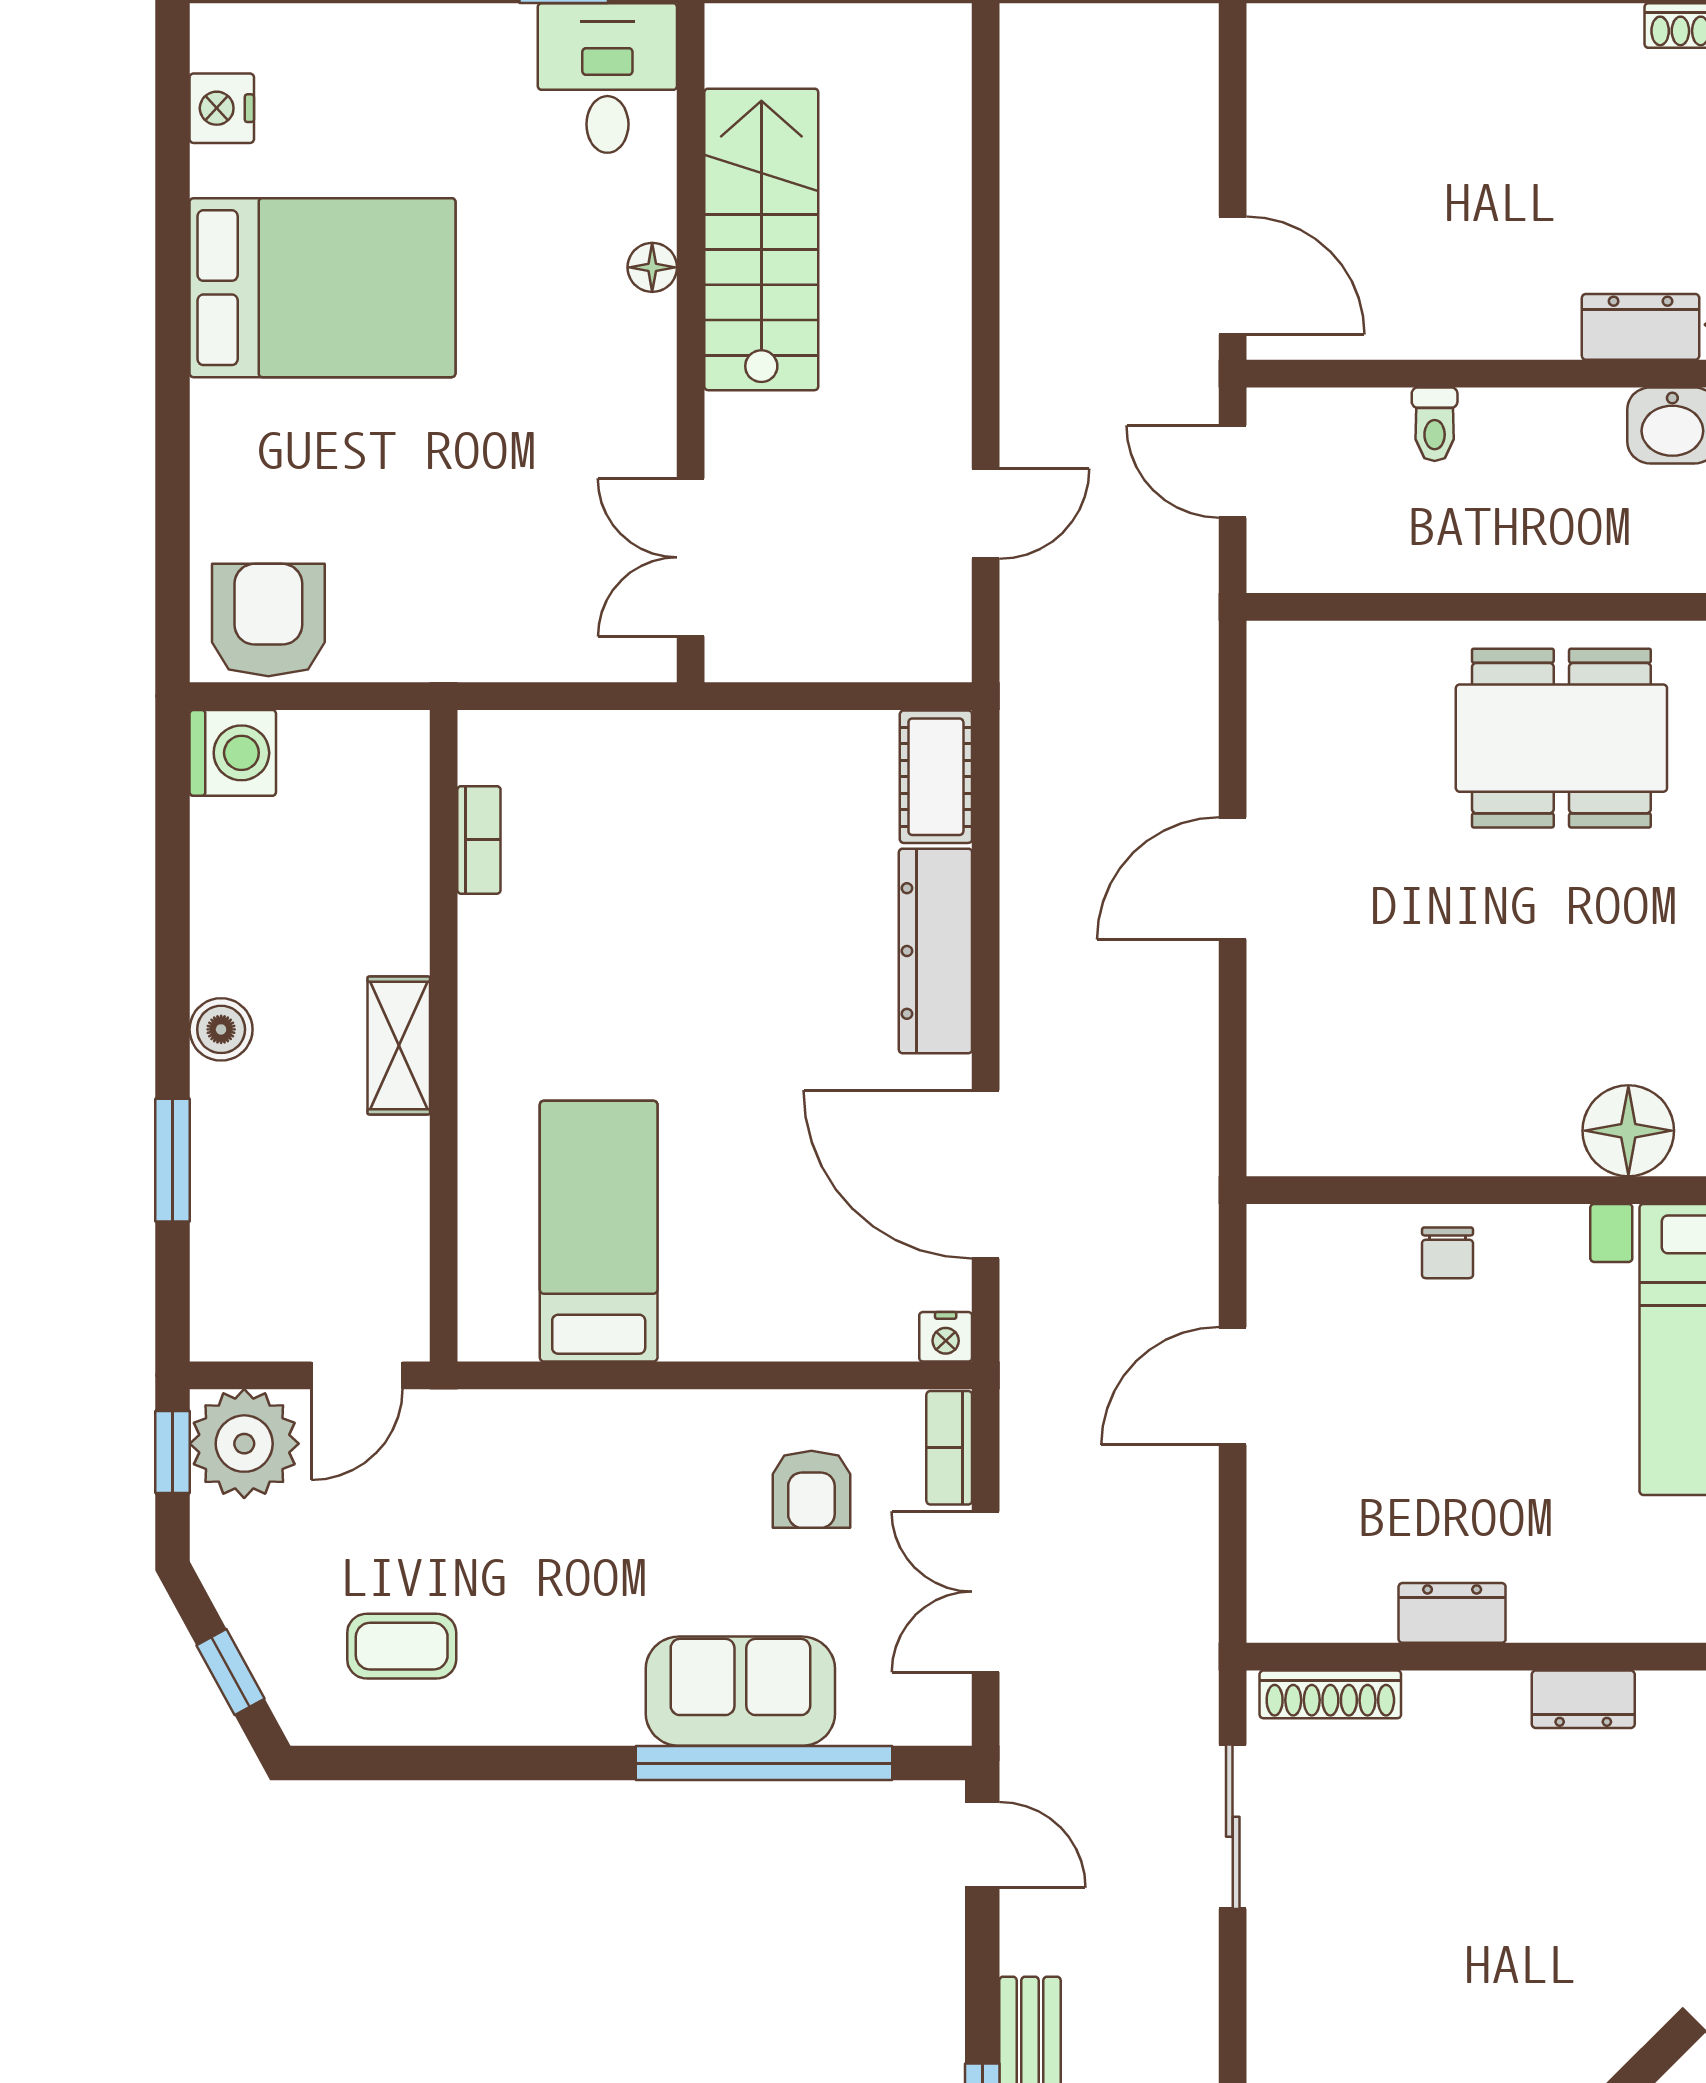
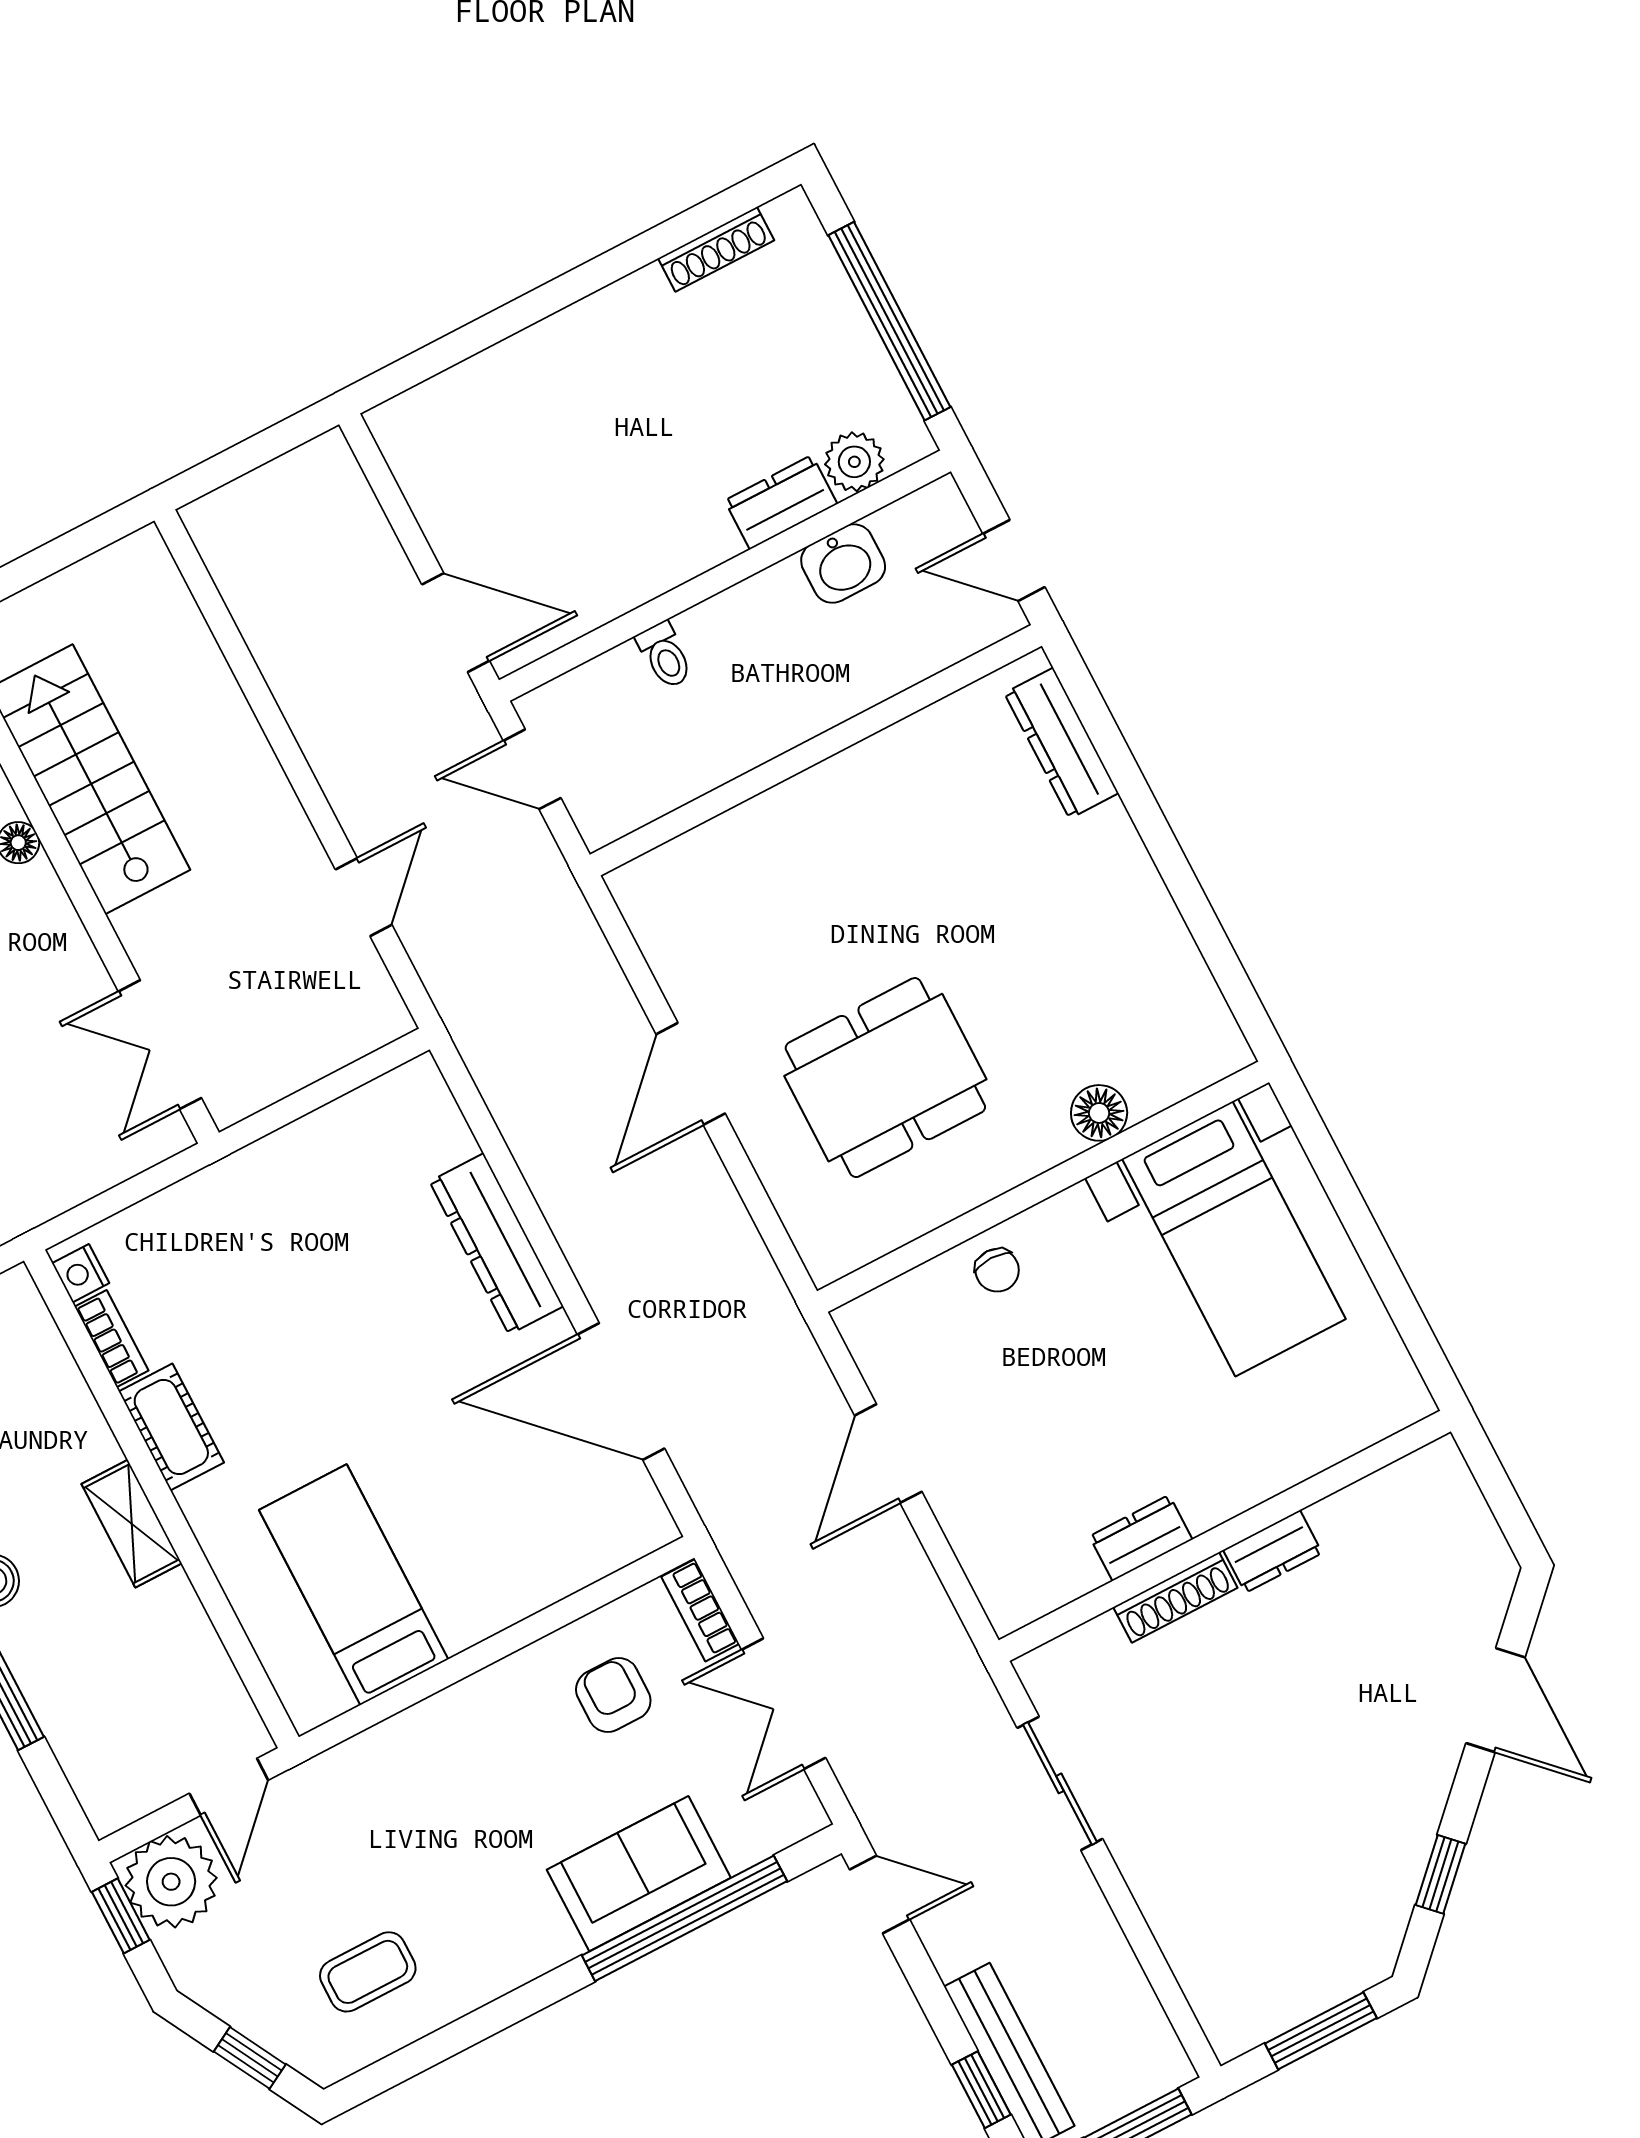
dining table: (1561, 738) -> (885, 1078), moved
cot: (936, 777) -> (171, 1427), moved
floor lamp: (1628, 1131) -> (1099, 1113), width x0.73, depth x0.73
nightstand: (946, 1337) -> (81, 1273), moved, turned 90
armchair: (811, 1489) -> (613, 1695), turned 180
shoe rack: (1330, 1694) -> (1175, 1597), moved

